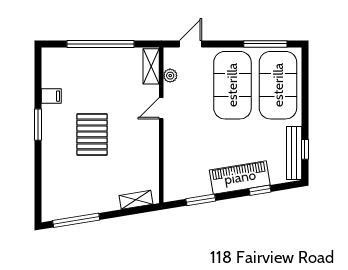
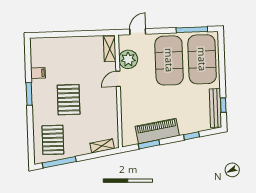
window: (101, 44) -> (72, 34), removed
plant: (170, 76) -> (128, 59), width x1.87, depth x1.87
piano: (240, 177) -> (157, 131), moved
pallet: (68, 189) -> (53, 140), added

